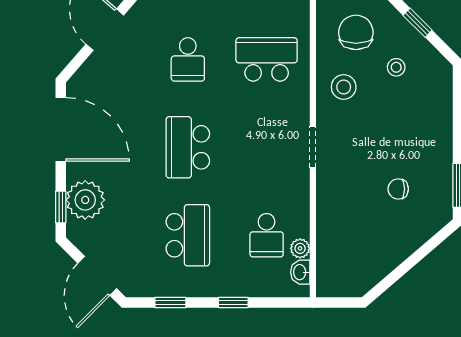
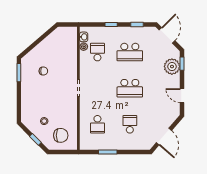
chair: (356, 32) -> (61, 135), turned -90
school desk: (267, 59) -> (97, 124), width x0.54
stool: (344, 87) -> (66, 113), removed
door: (61, 129) -> (182, 96), width x0.53
school desk: (188, 147) -> (130, 88), turned 90
school desk: (188, 235) -> (130, 52), turned -90

